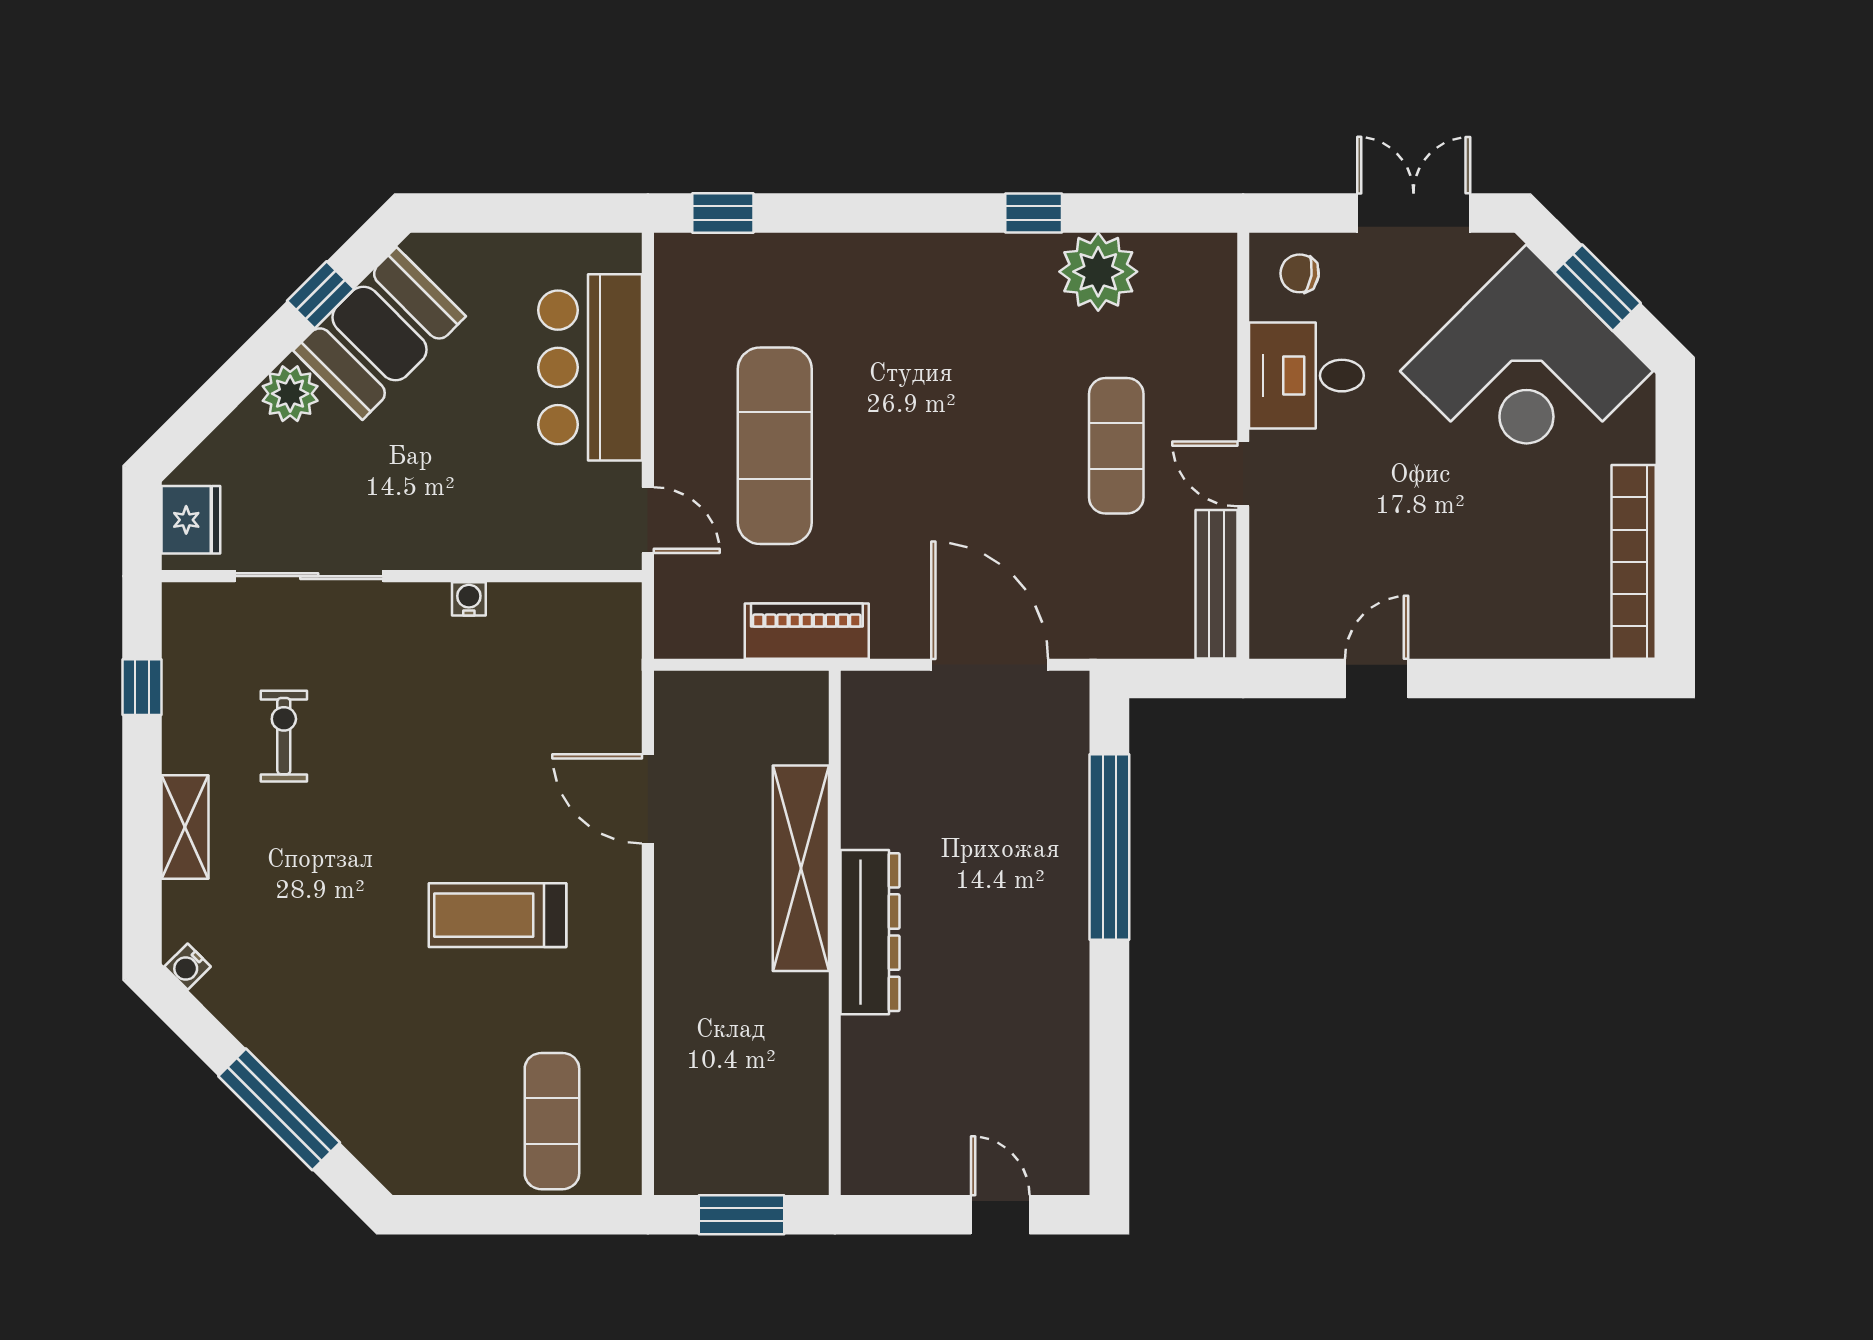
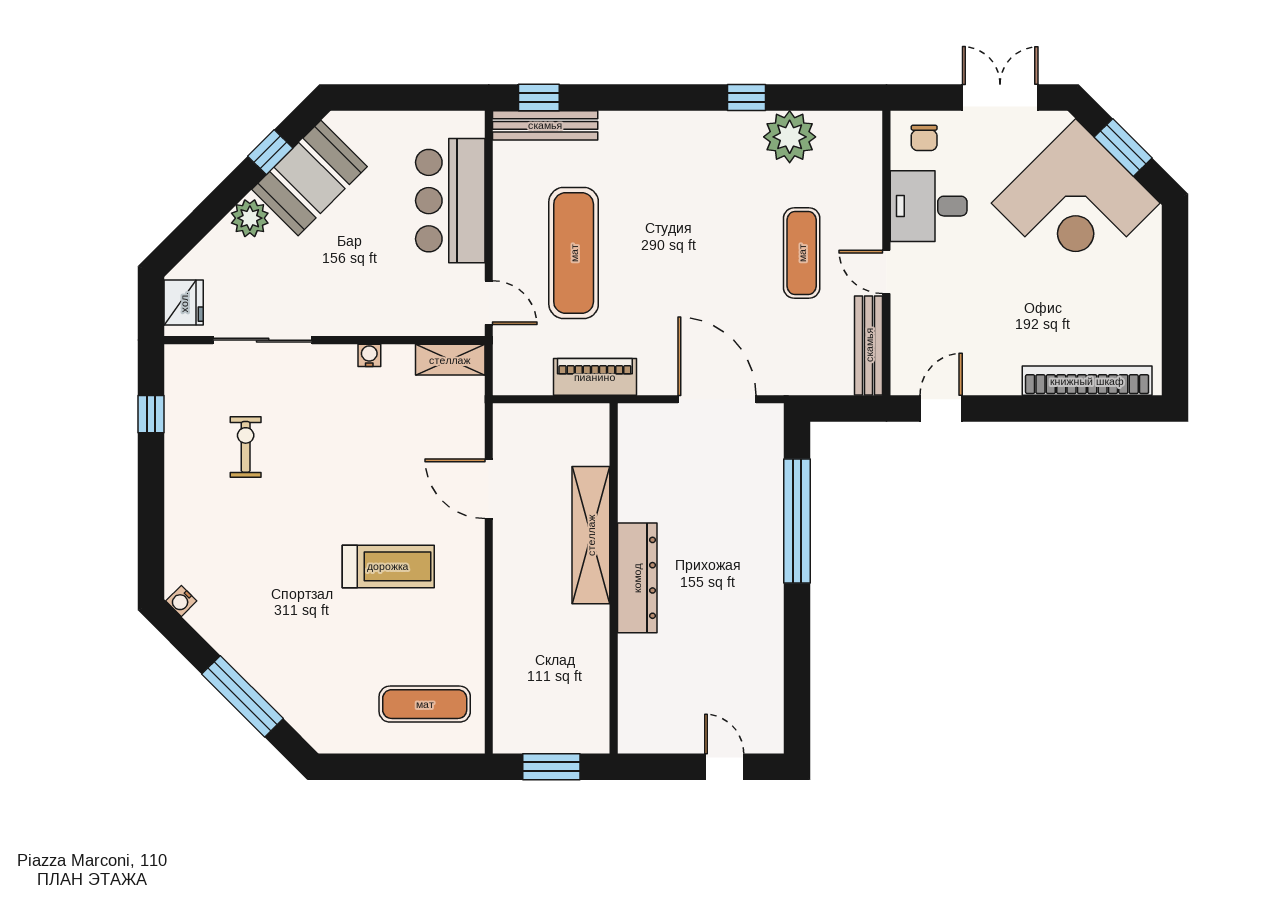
bench: (732, 255) -> (545, 125), added
chair: (1300, 273) -> (924, 138), turned -99
bookcase: (1634, 562) -> (1087, 381), moved, turned 90
door: (1377, 678) -> (941, 408), moved
shelving: (185, 827) -> (450, 360), moved, turned 90
treadmill: (497, 915) -> (388, 566), turned 180
exercise mat: (552, 1121) -> (425, 704), turned 90

